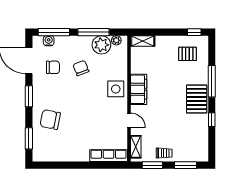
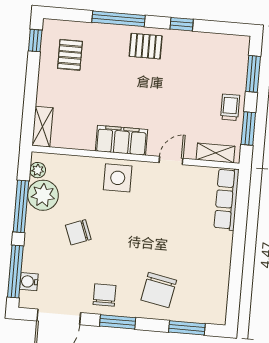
chair: (53, 67) -> (105, 295), moved
pallet: (197, 99) -> (146, 46), width x0.67, depth x0.71

